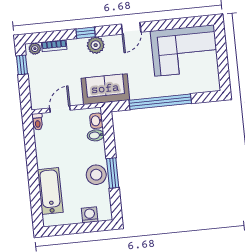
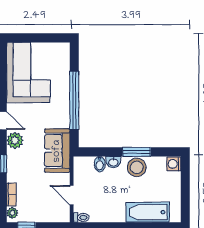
plant: (96, 45) -> (15, 140), moved
washbasin: (96, 121) -> (113, 162), moved
washing machine: (90, 215) -> (174, 164), moved

